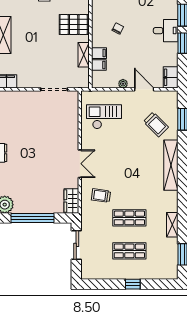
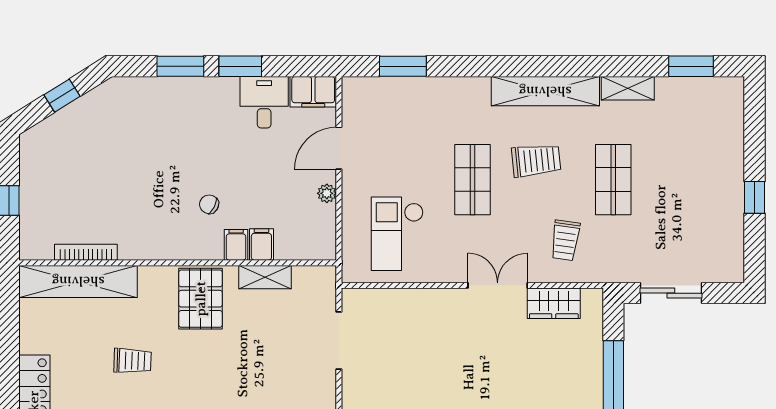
desk: (166, 31) -> (264, 102), moved
filing cabinet: (99, 65) -> (236, 245), moved
trolley: (156, 124) -> (536, 160), moved, turned 39
shelving: (171, 165) -> (545, 91), moved
wardrobe: (71, 201) -> (554, 303), moved
shop shelf: (129, 251) -> (472, 180), moved
window: (133, 284) -> (754, 197), moved

